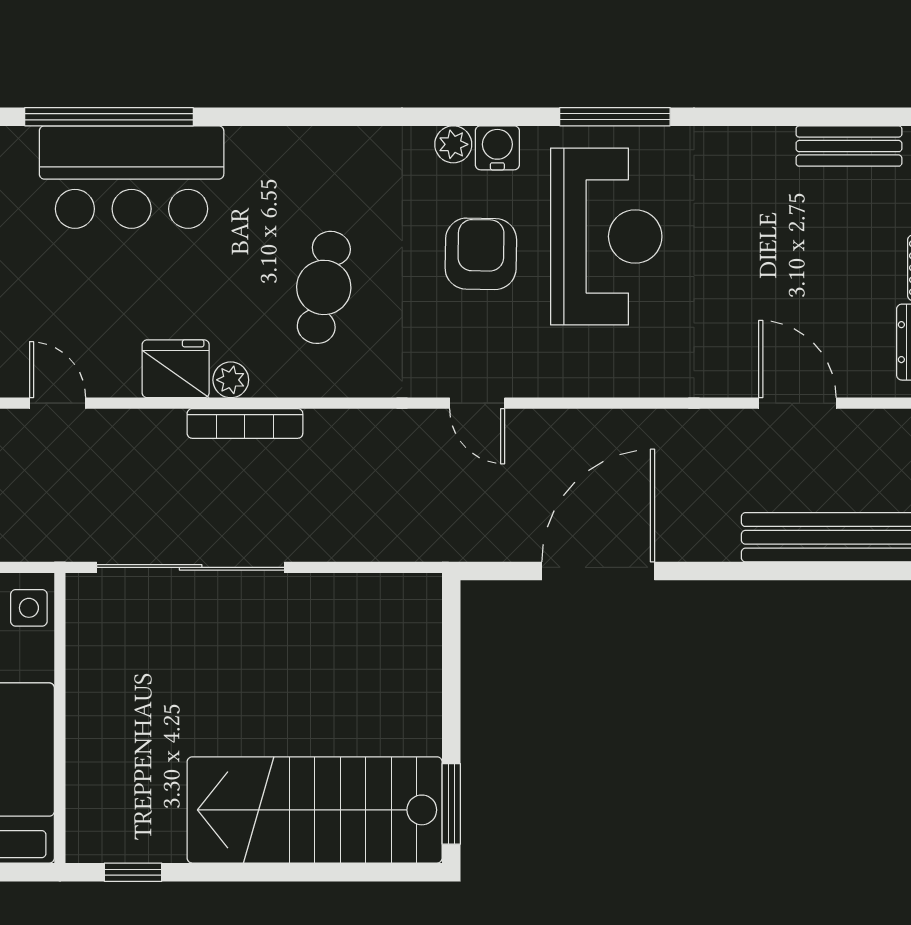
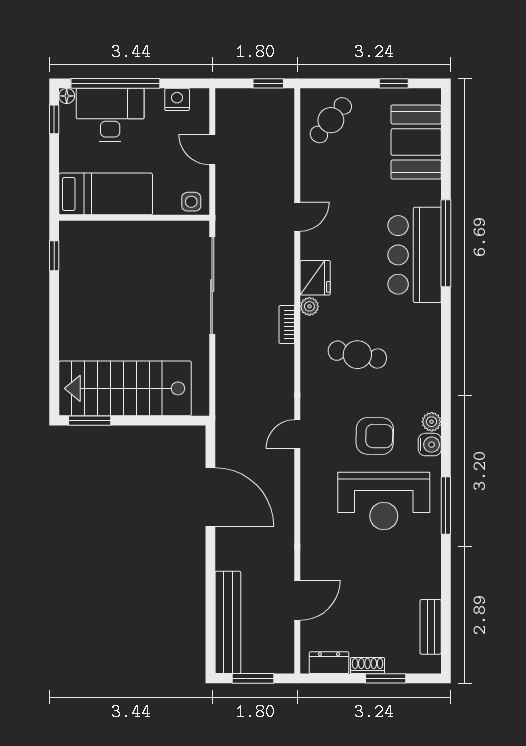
bookcase: (245, 423) -> (287, 325), width x0.64
stairs: (315, 810) -> (125, 388), moved, turned -90

